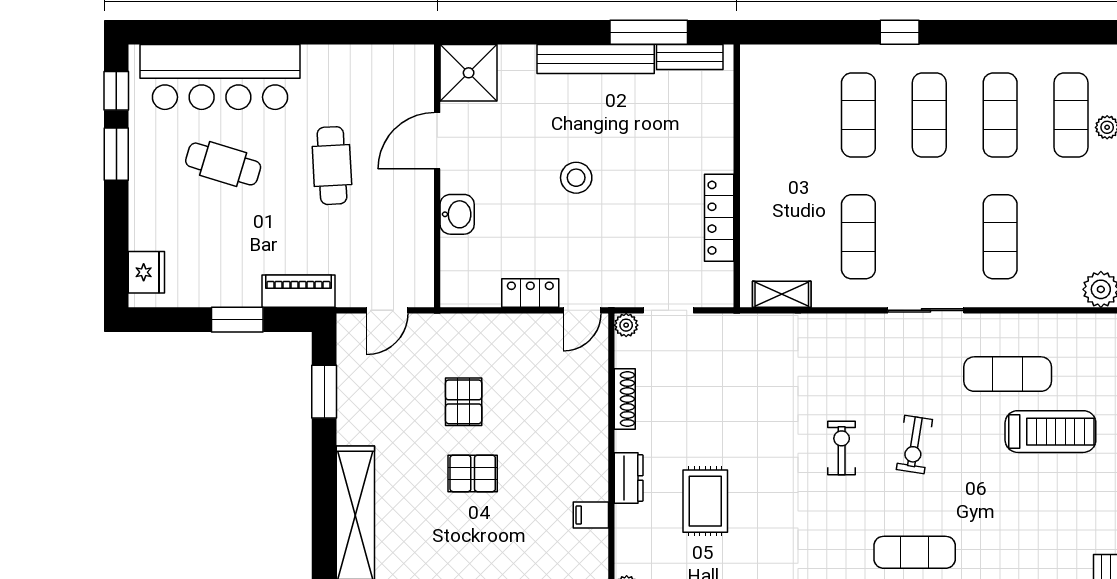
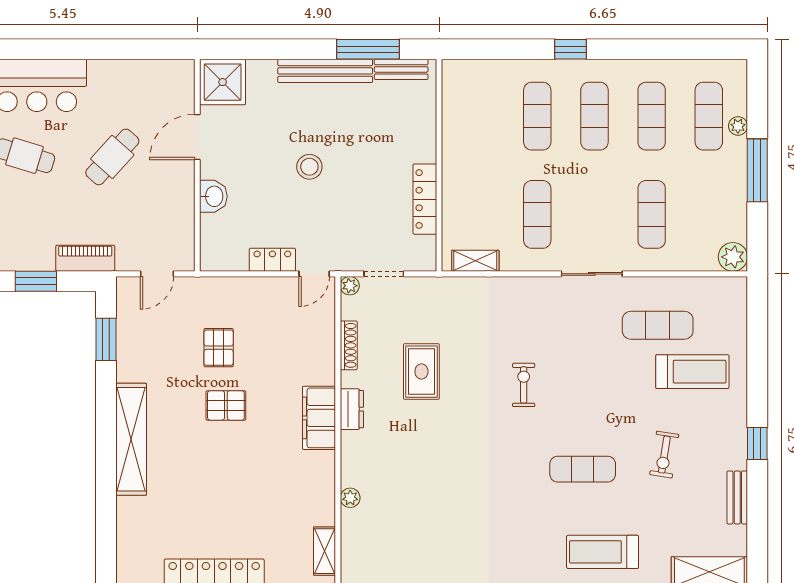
cafe table: (332, 166) -> (112, 157), turned 45
exercise bike: (914, 445) -> (664, 455), moved
rug: (705, 501) -> (421, 372), moved
filing cabinet: (591, 515) -> (319, 418), width x3.00, depth x1.17

